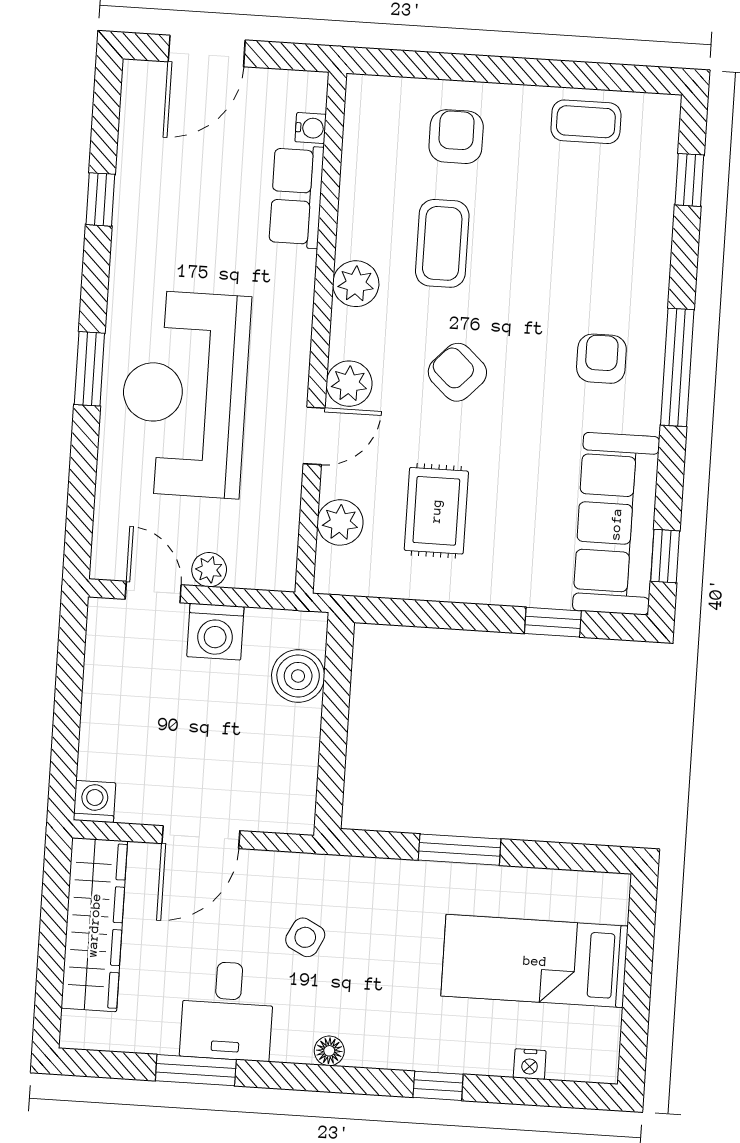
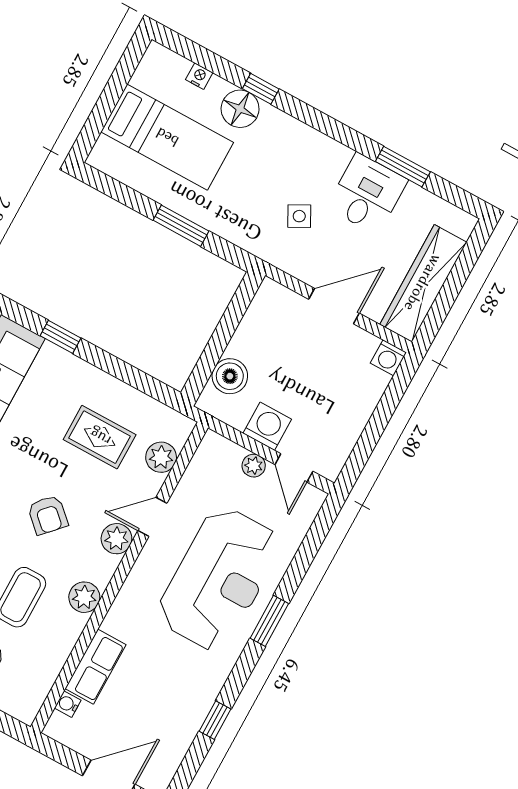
rug: (436, 511) -> (100, 437), turned 90
side table: (305, 937) -> (299, 216), turned 35
floor lamp: (329, 1051) -> (240, 109), moved, width x1.89, depth x1.89

